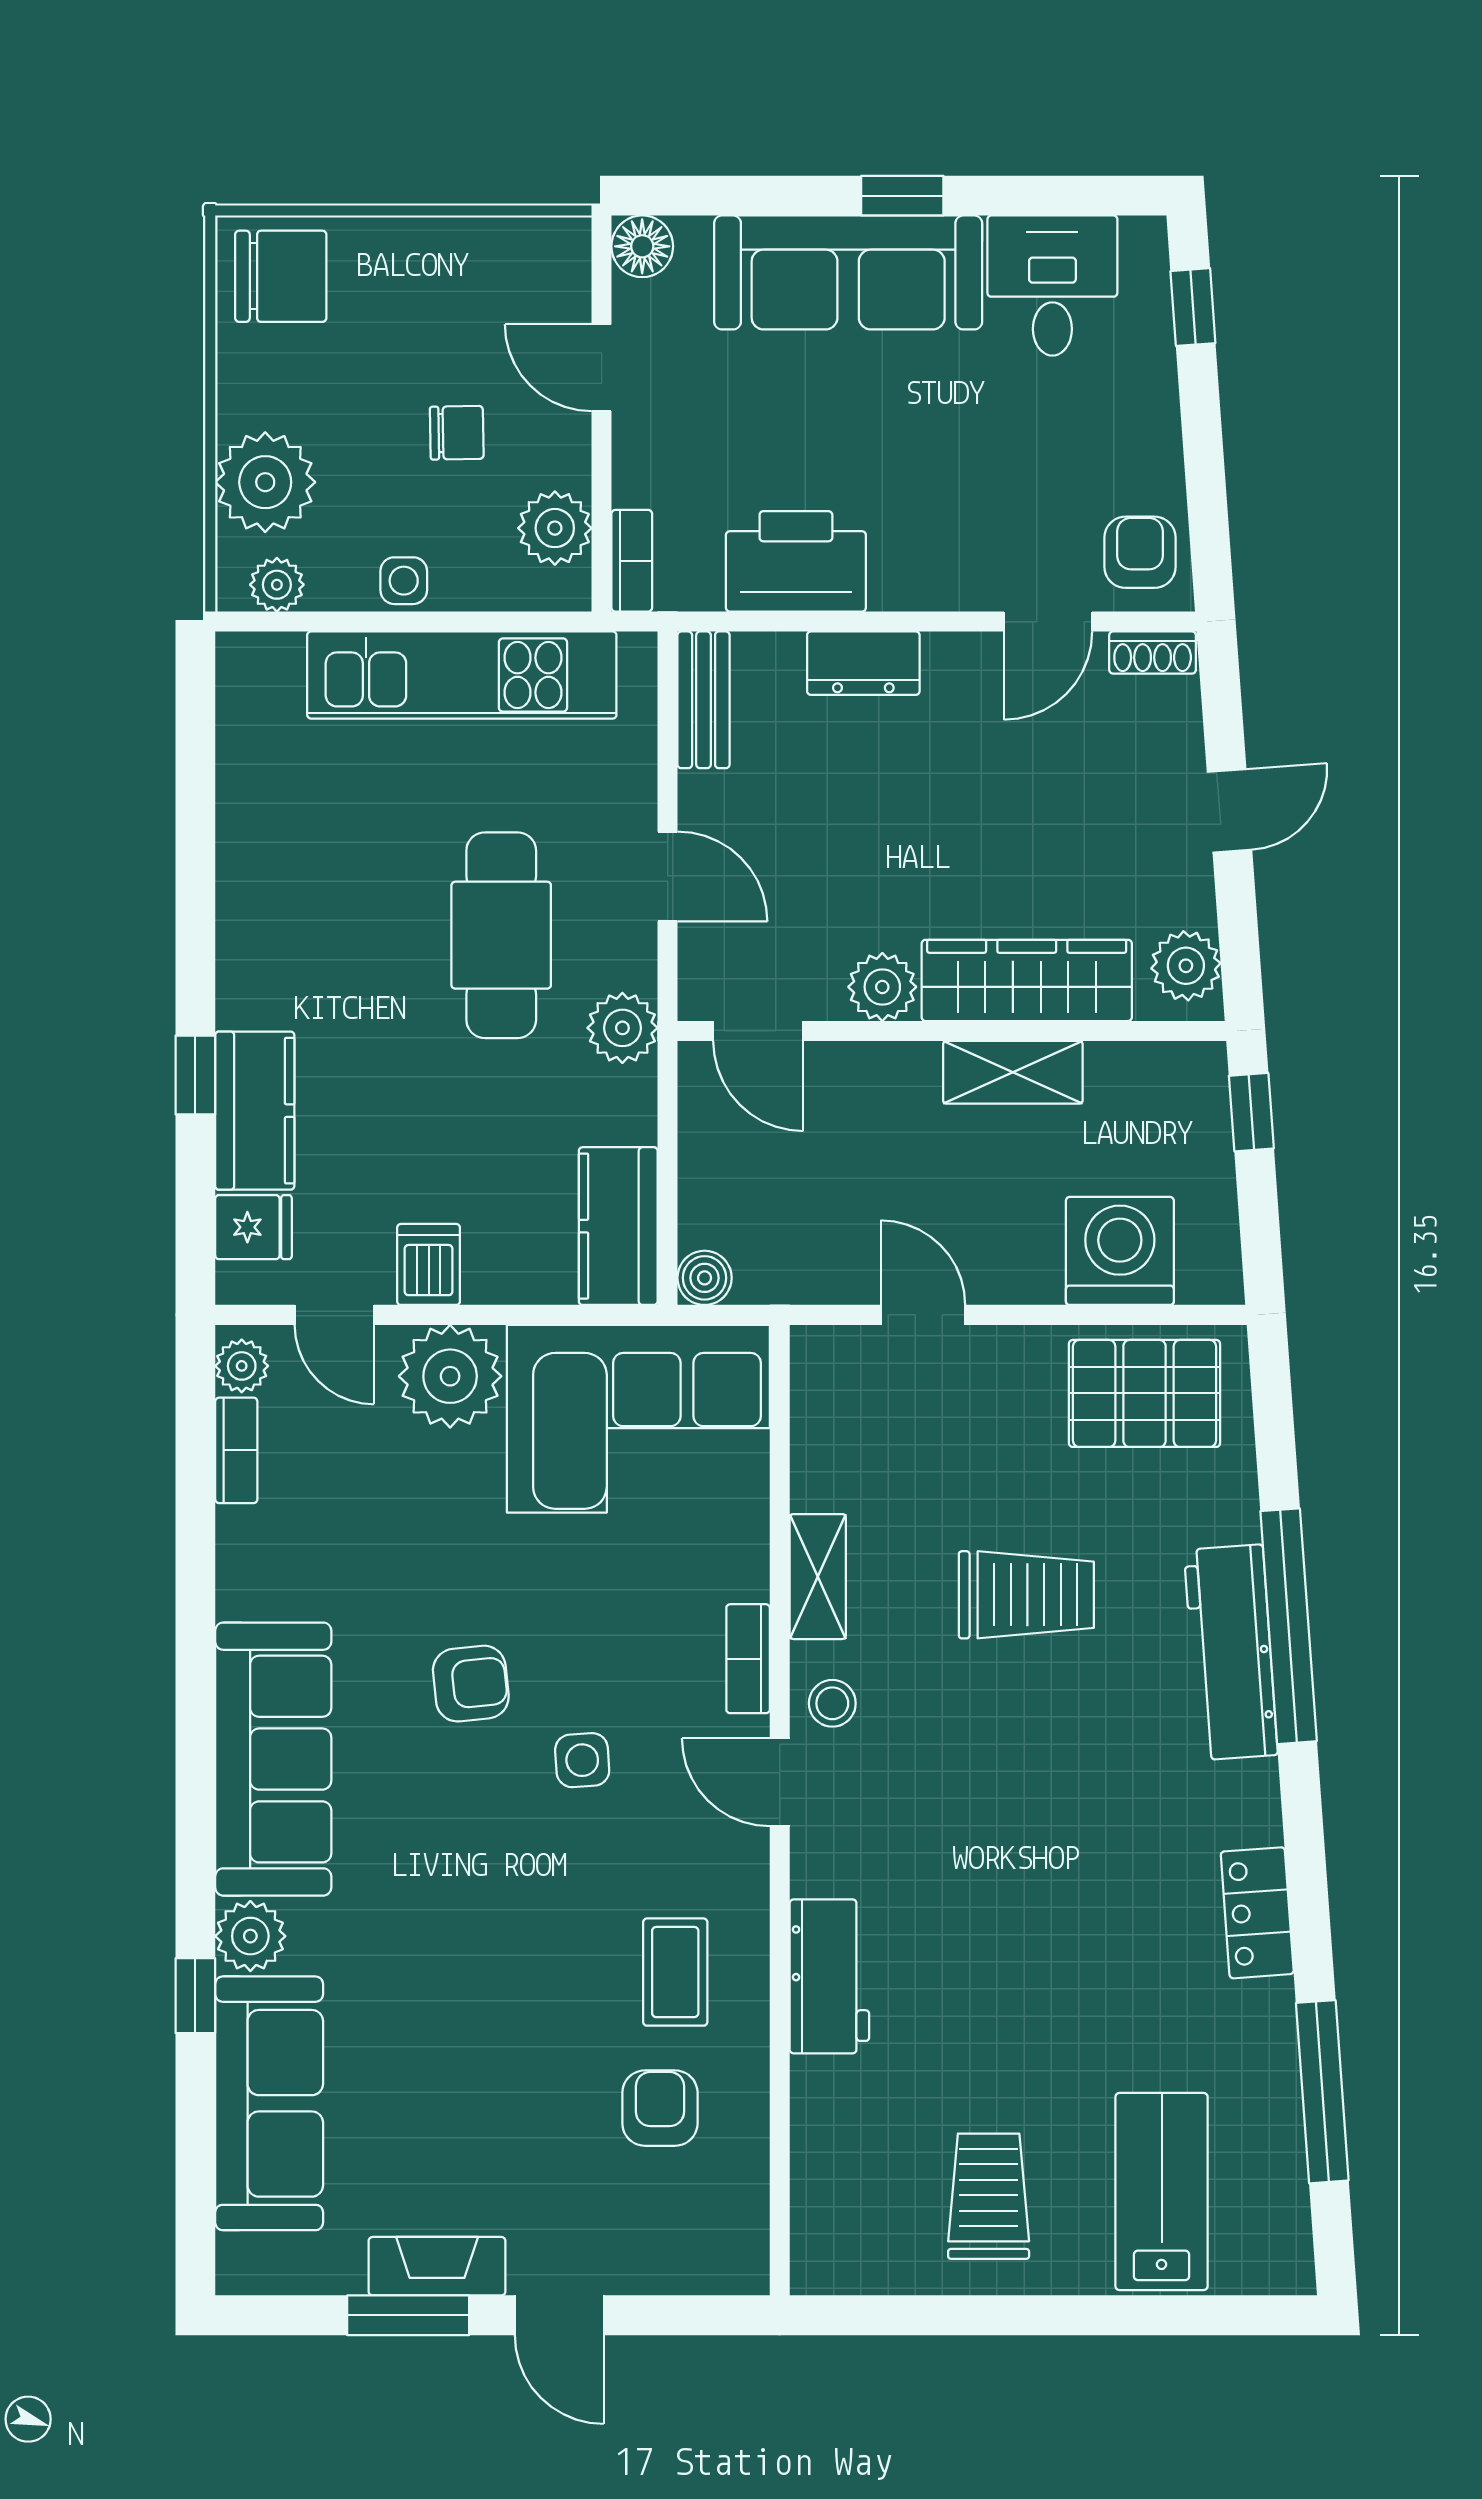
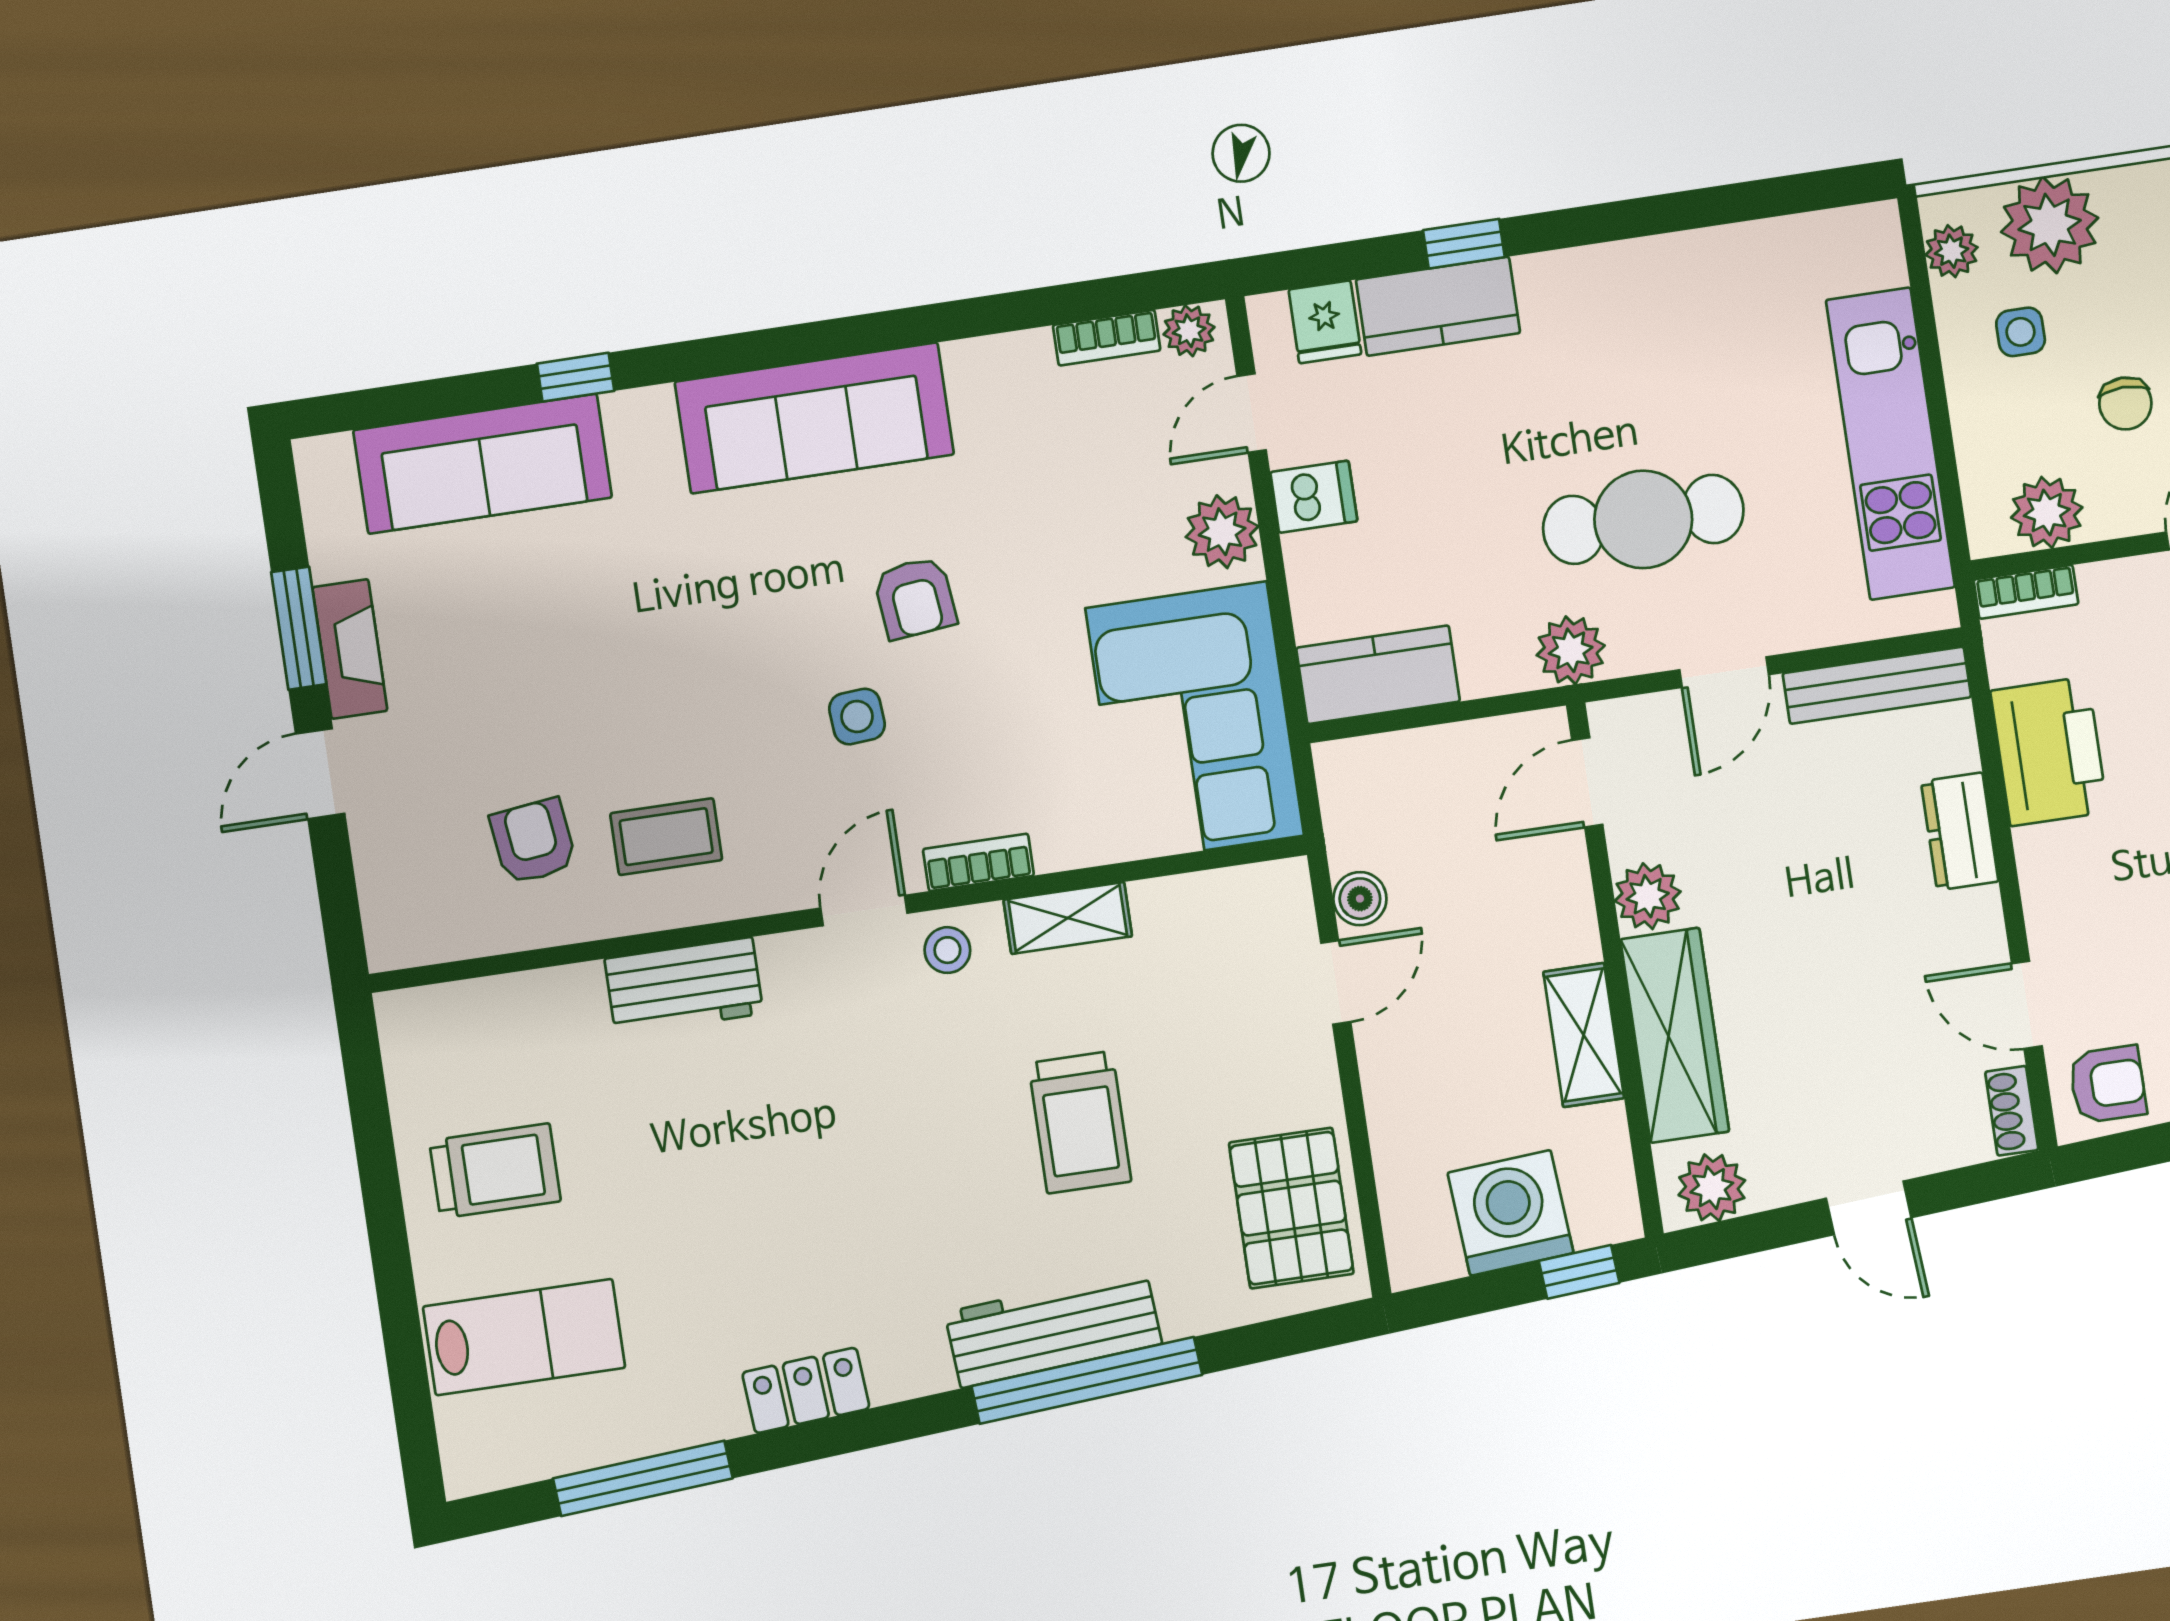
side table: (404, 581) -> (2021, 332), moved
bench: (704, 700) -> (1877, 685), width x1.36
washing machine: (1120, 1251) -> (1510, 1213), moved, turned -94
boiler: (705, 1278) -> (1360, 899), moved
plant: (450, 1376) -> (1222, 532), width x0.73, depth x0.73
plant: (250, 1936) -> (641, 422), removed
armchair: (660, 2108) -> (533, 841), turned -97

